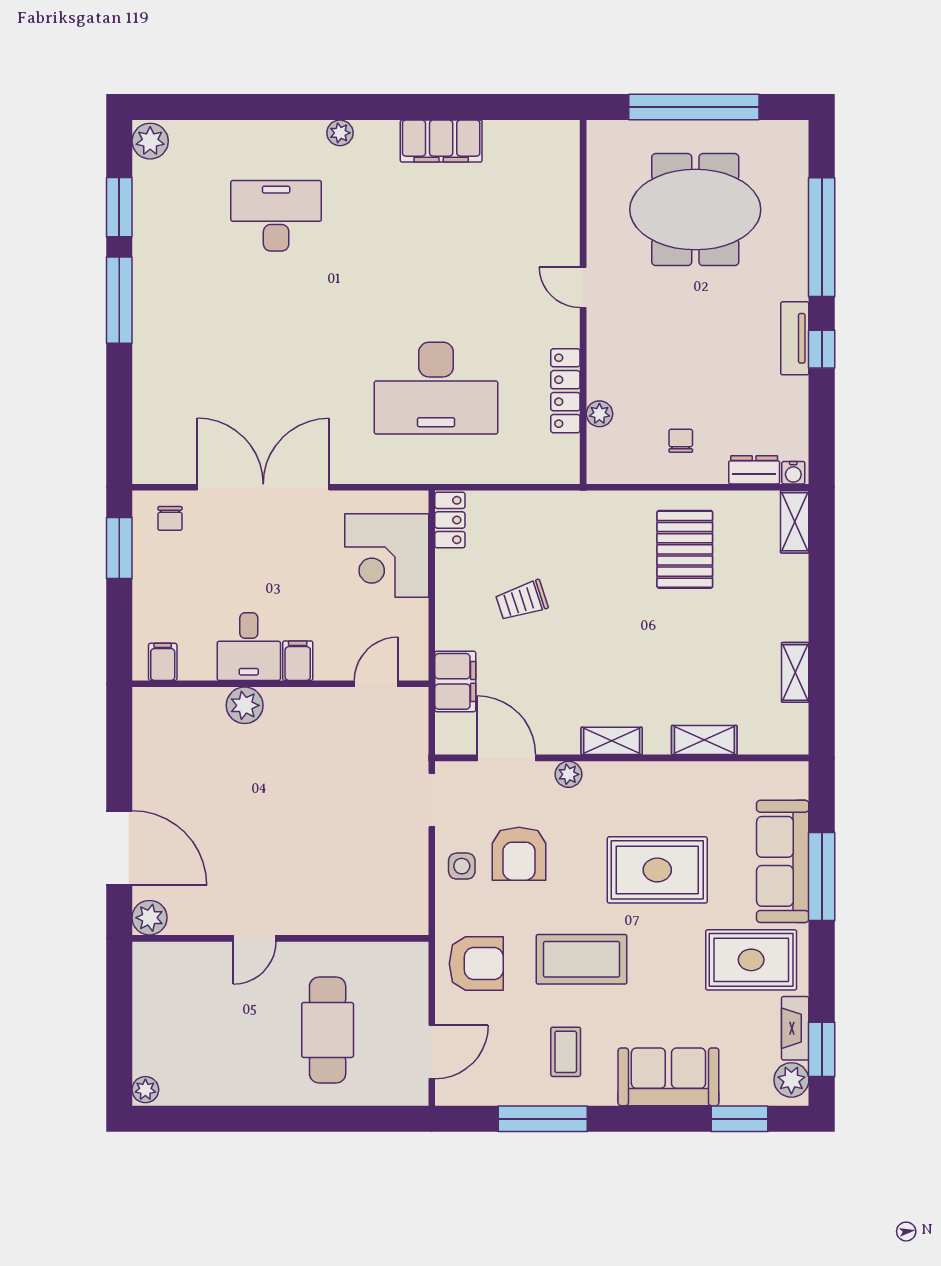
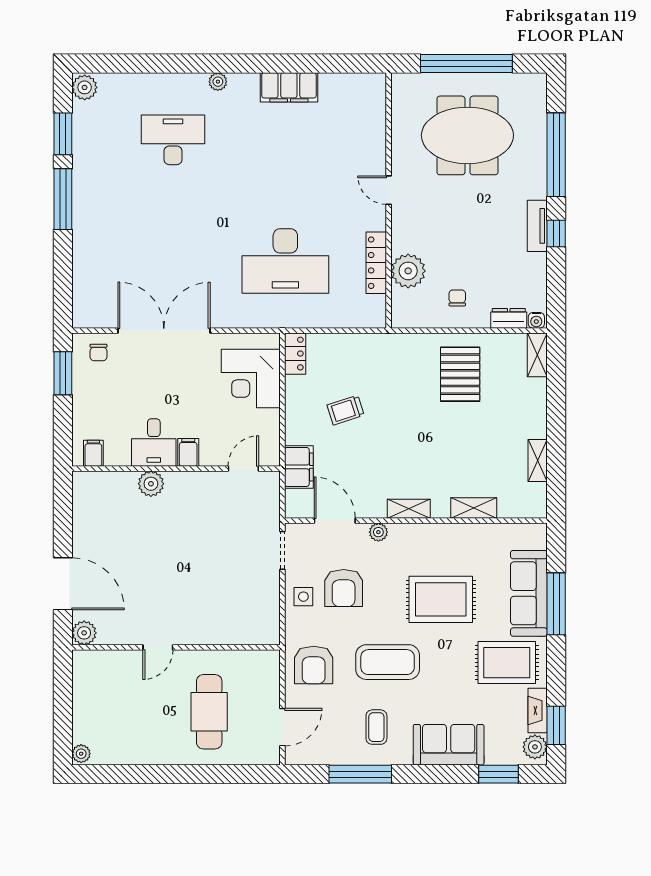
plant: (599, 414) -> (408, 271), width x1.88, depth x1.88
armchair: (476, 964) -> (314, 665), turned 90

